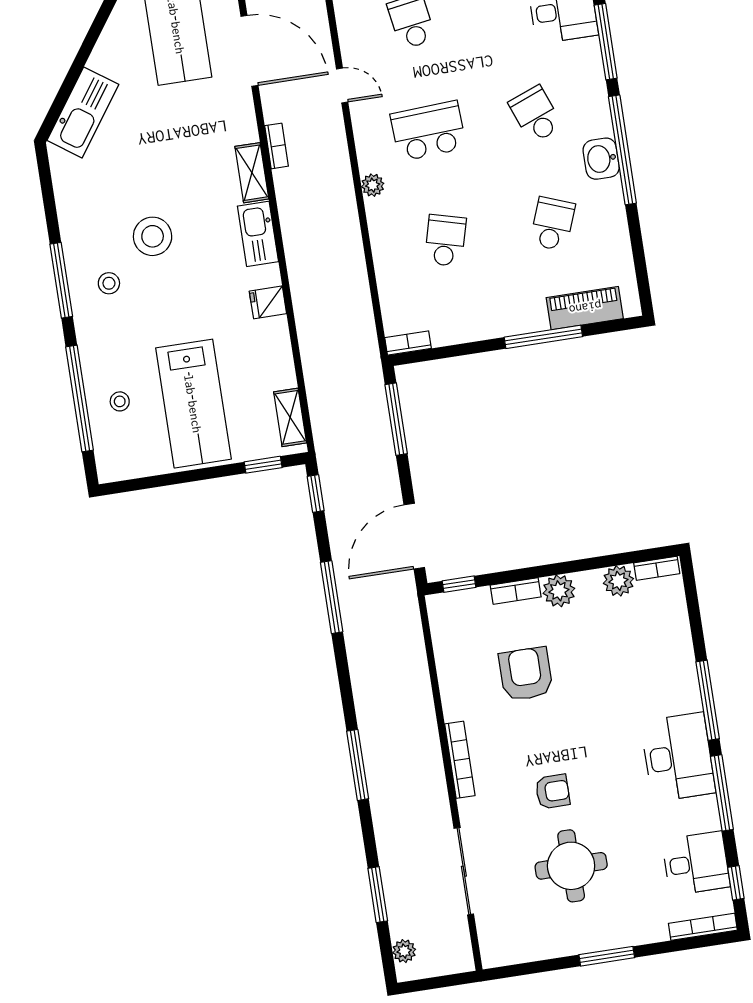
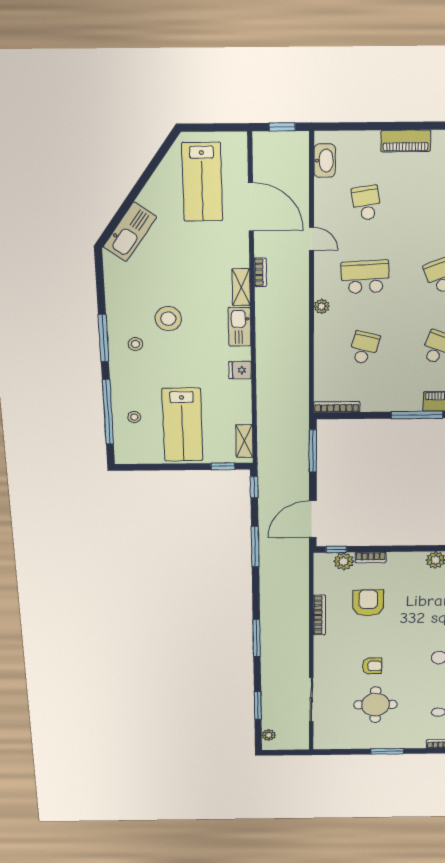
bookcase: (408, 343) -> (337, 407), width x1.56
plant: (559, 591) -> (344, 561), moved
bookcase: (460, 760) -> (319, 615), moved

